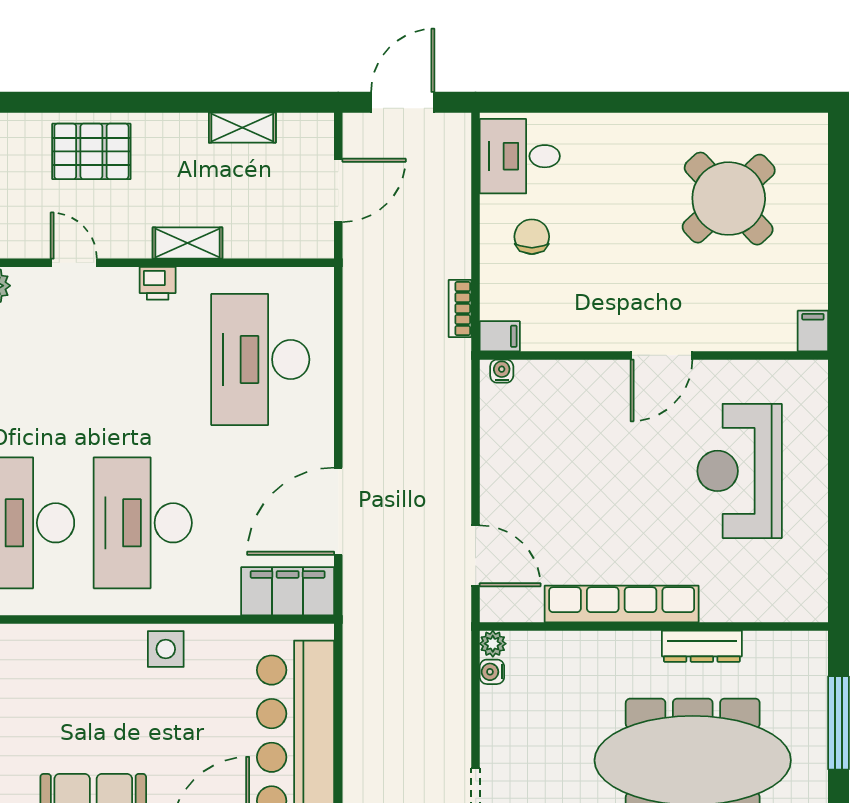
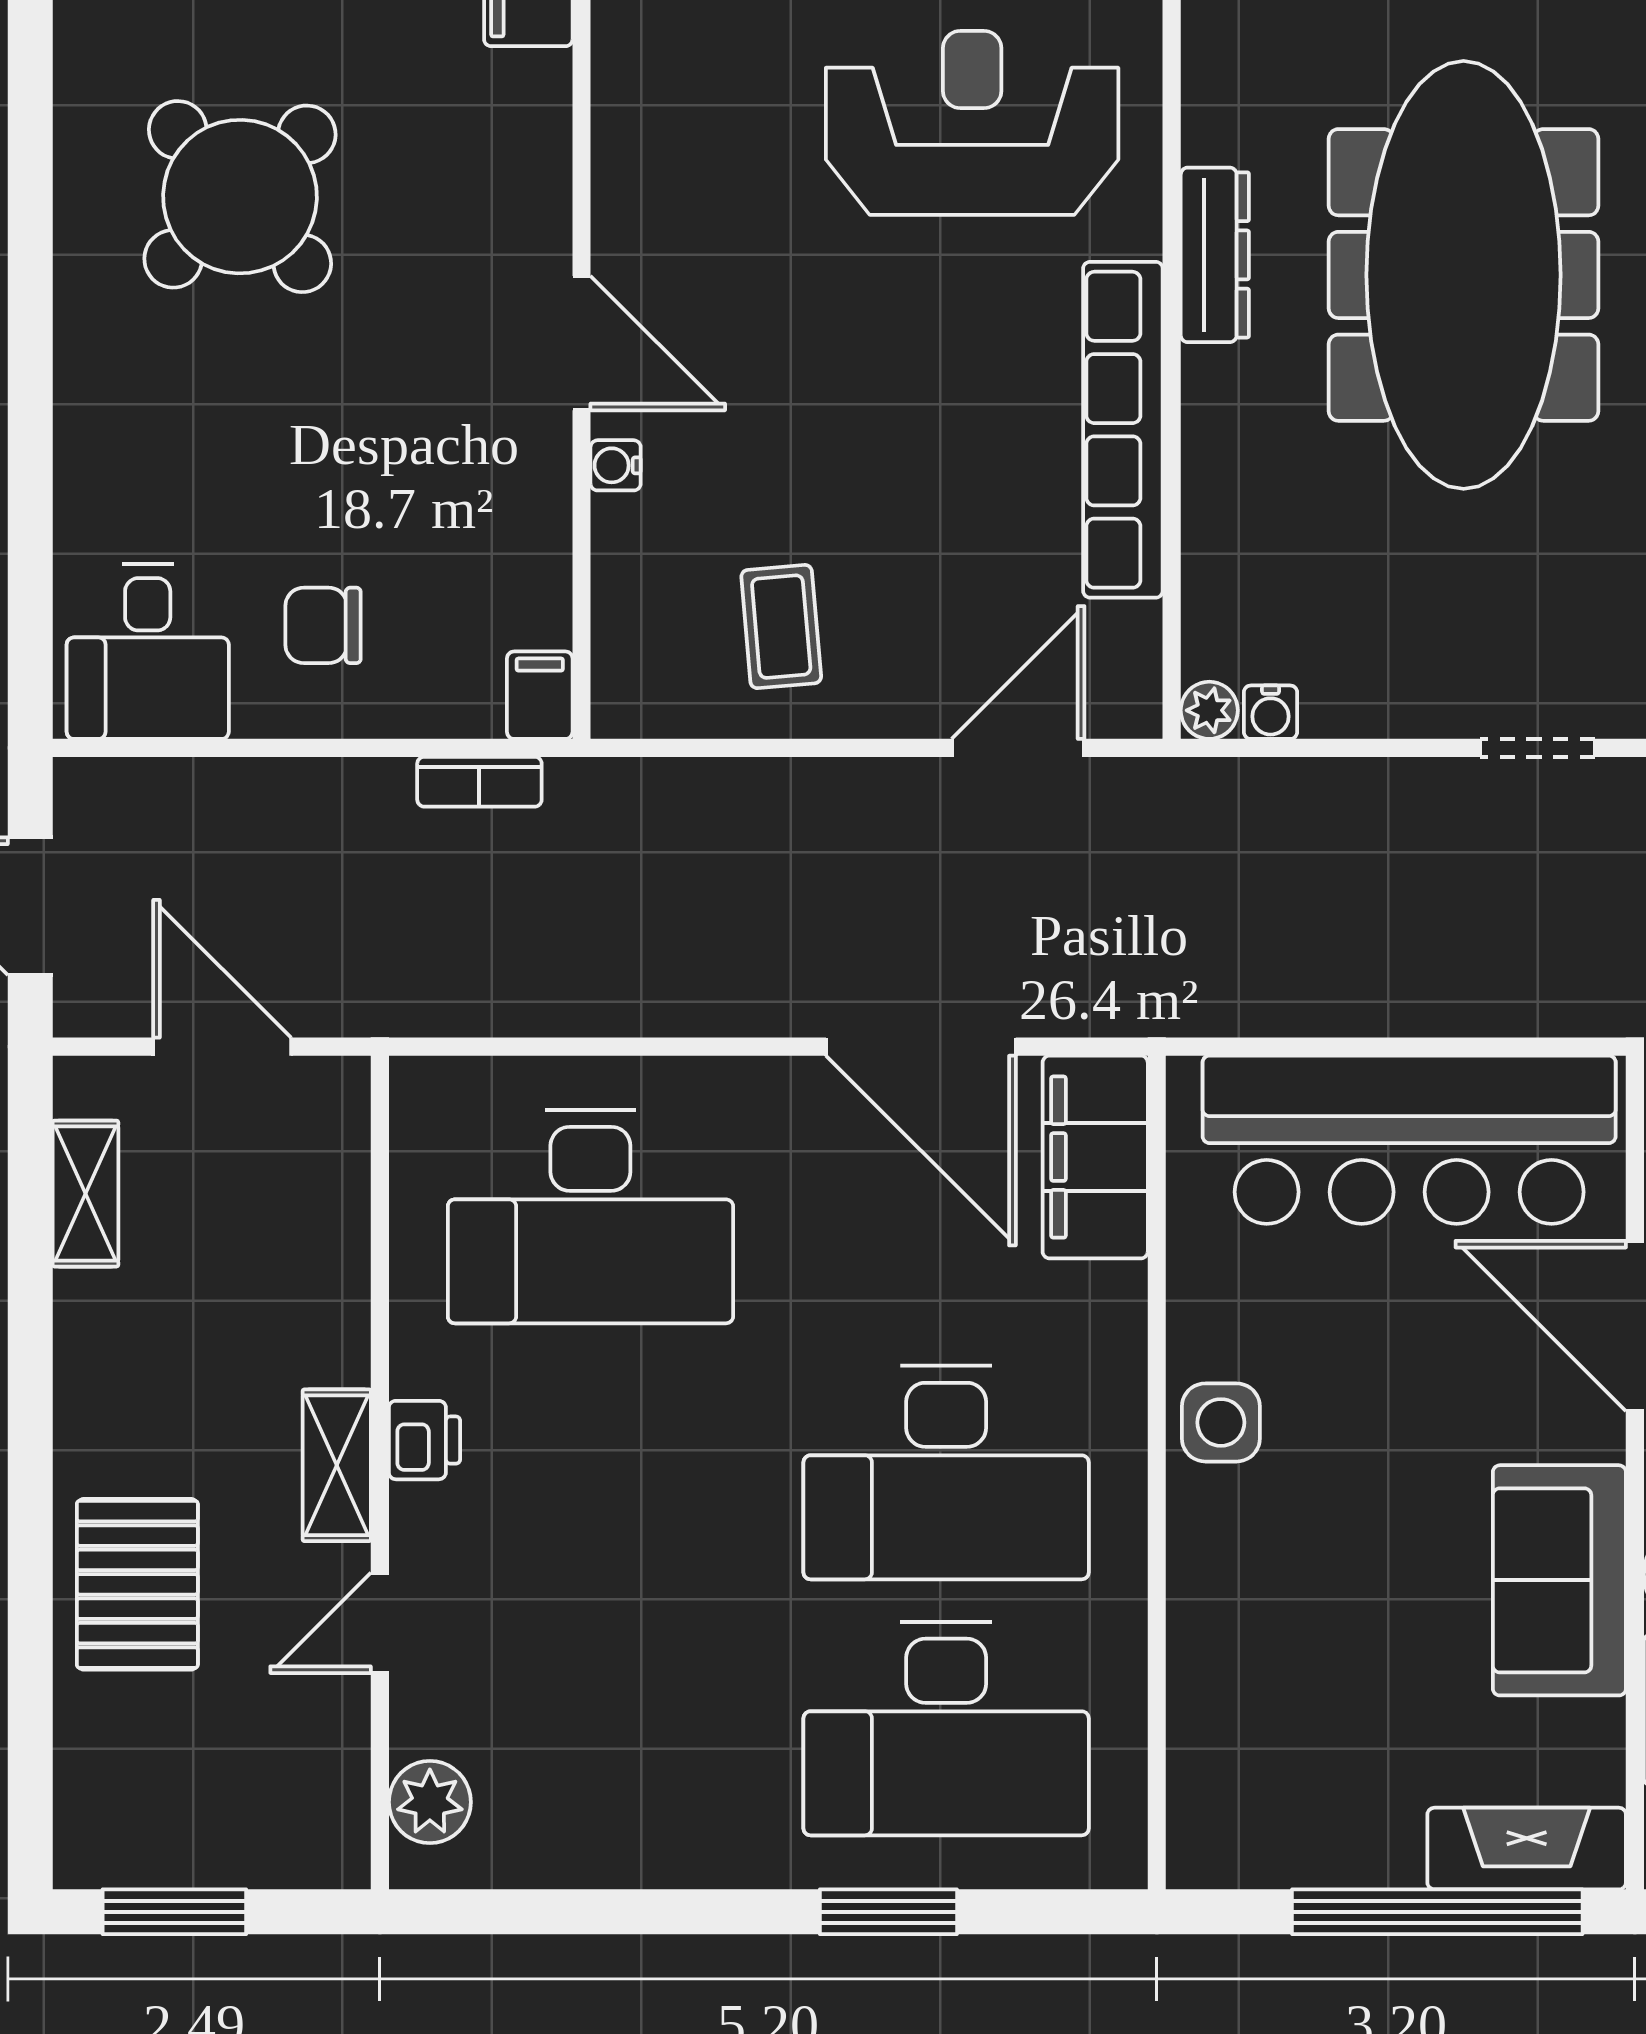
shelving: (242, 128) -> (85, 1194), moved
shelving: (188, 243) -> (337, 1465), moved
water cooler: (502, 371) -> (616, 465), moved
coffee table: (531, 447) -> (781, 627), added
reception desk: (740, 471) -> (972, 123), moved, turned 180

